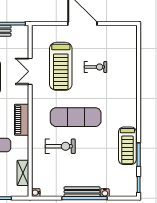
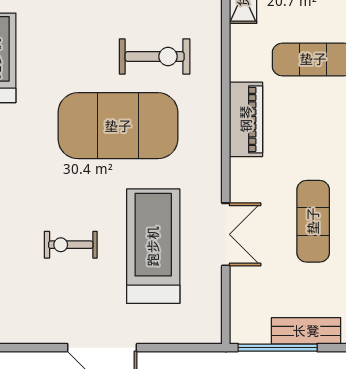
exercise mat: (76, 117) -> (118, 126), width x1.47
exercise bike: (60, 146) -> (155, 57), turned 180

